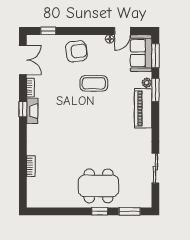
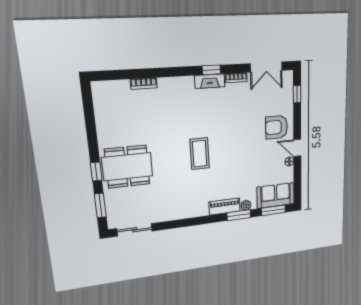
door: (122, 31) -> (297, 148), moved
armchair: (76, 51) -> (277, 127), turned 97
coffee table: (94, 83) -> (200, 154), moved
piano: (143, 108) -> (225, 207), width x0.73, depth x0.75
sliding door: (155, 168) -> (135, 230), moved
dining table: (98, 186) -> (127, 167), turned 90

